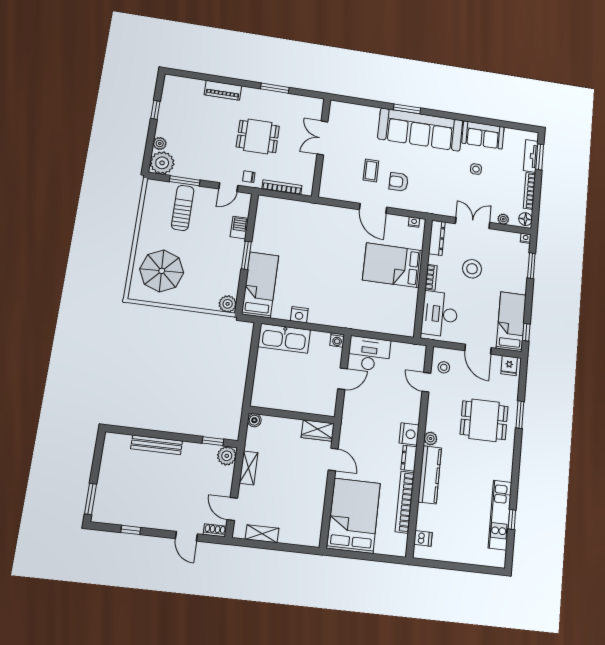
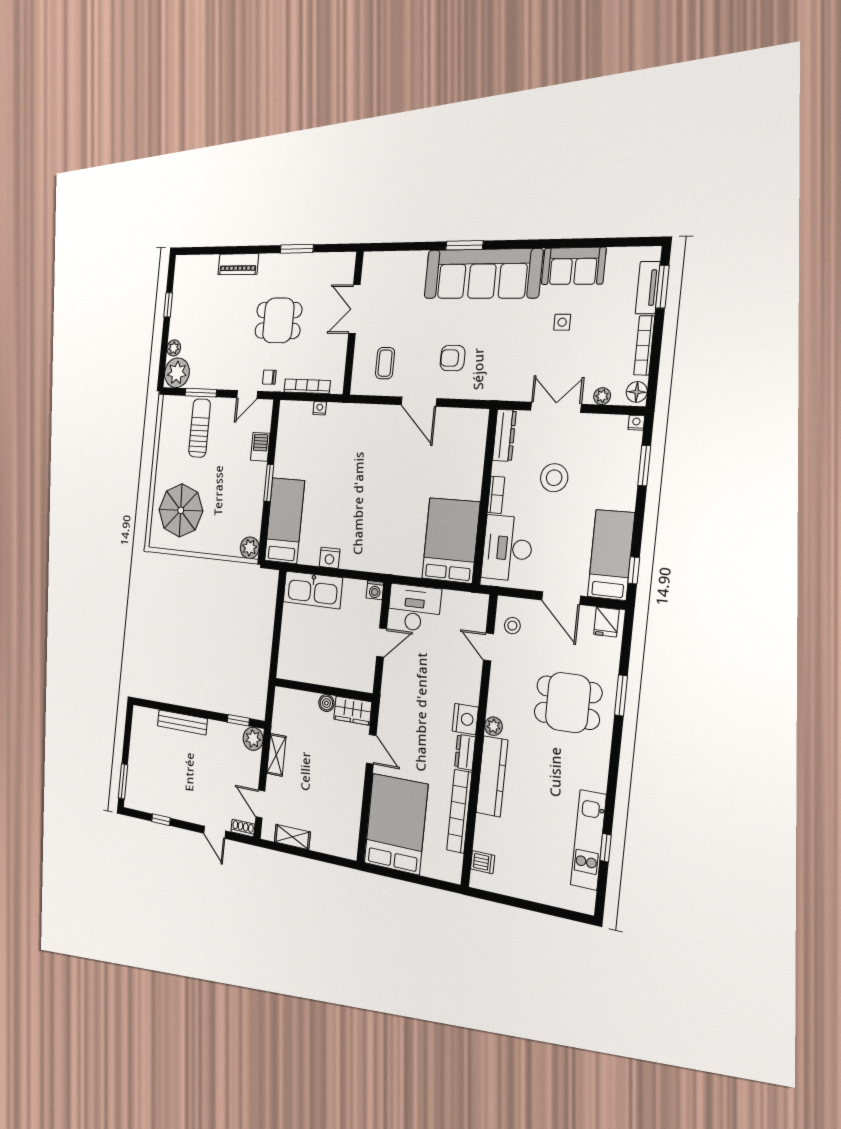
coffee table: (371, 170) -> (385, 363), moved
nightstand: (414, 222) -> (320, 408), moved
bed: (393, 265) -> (451, 540), moved, turned 90
boiler: (254, 420) -> (326, 703), moved

